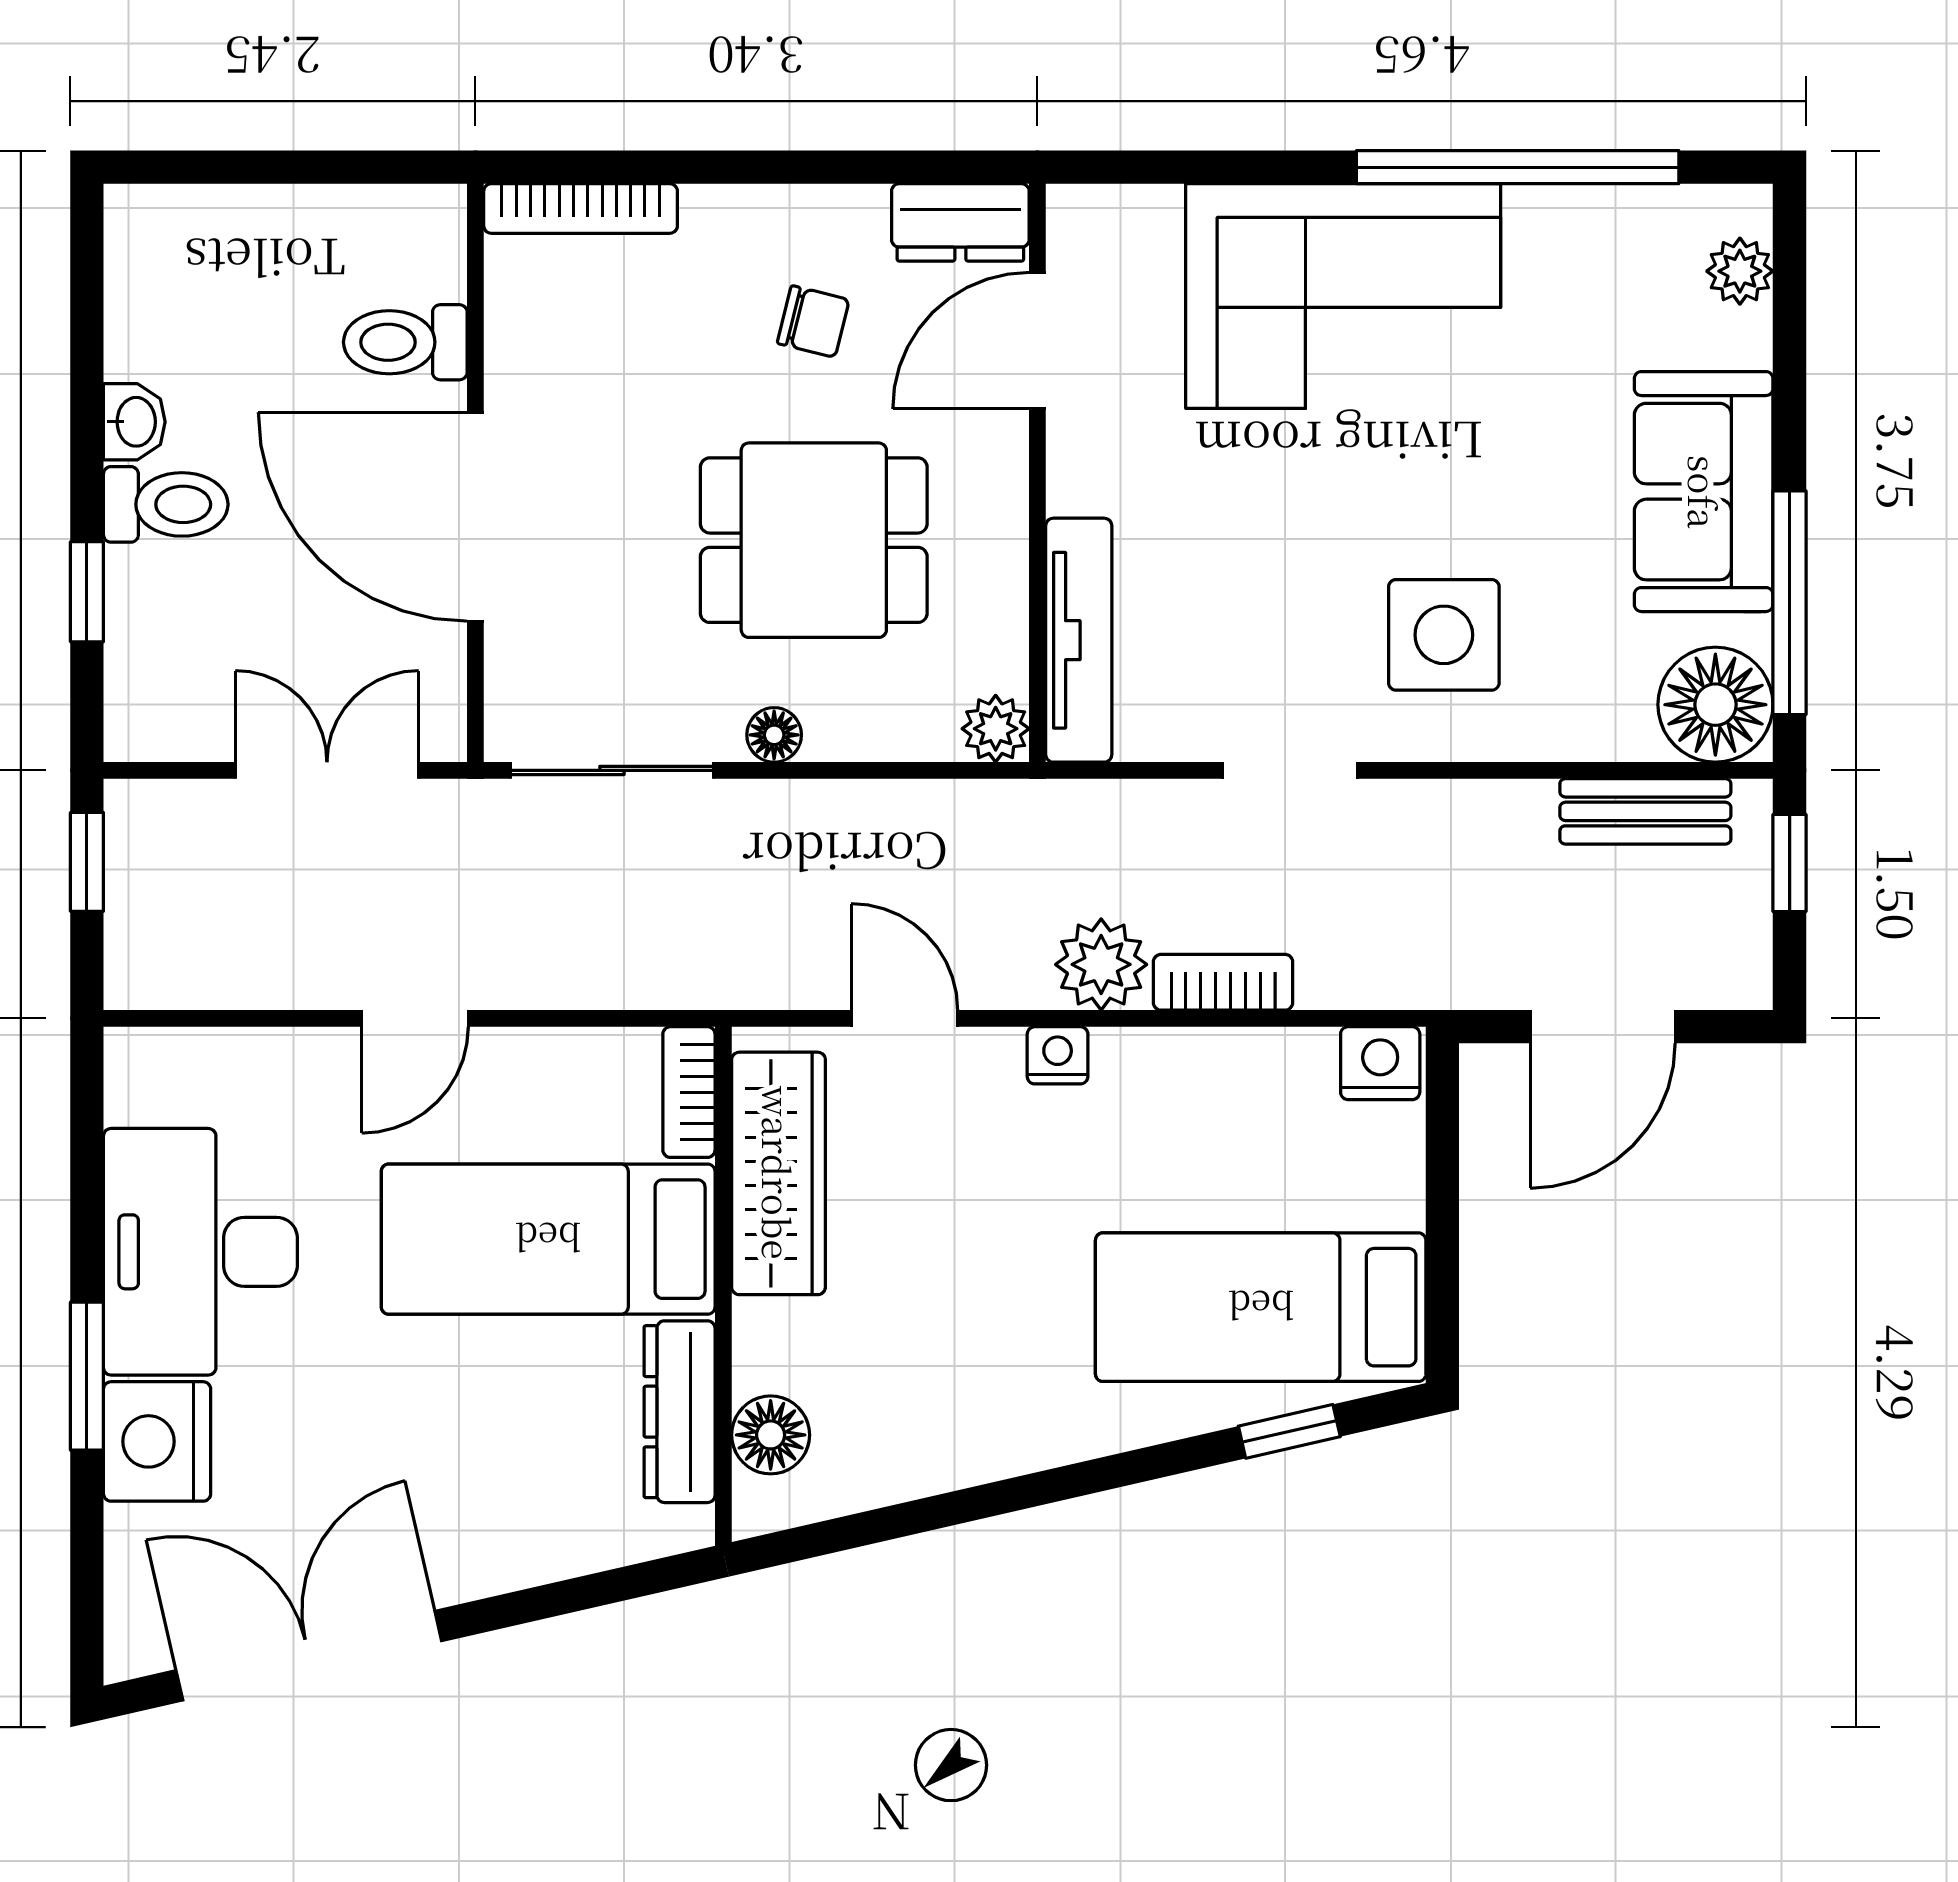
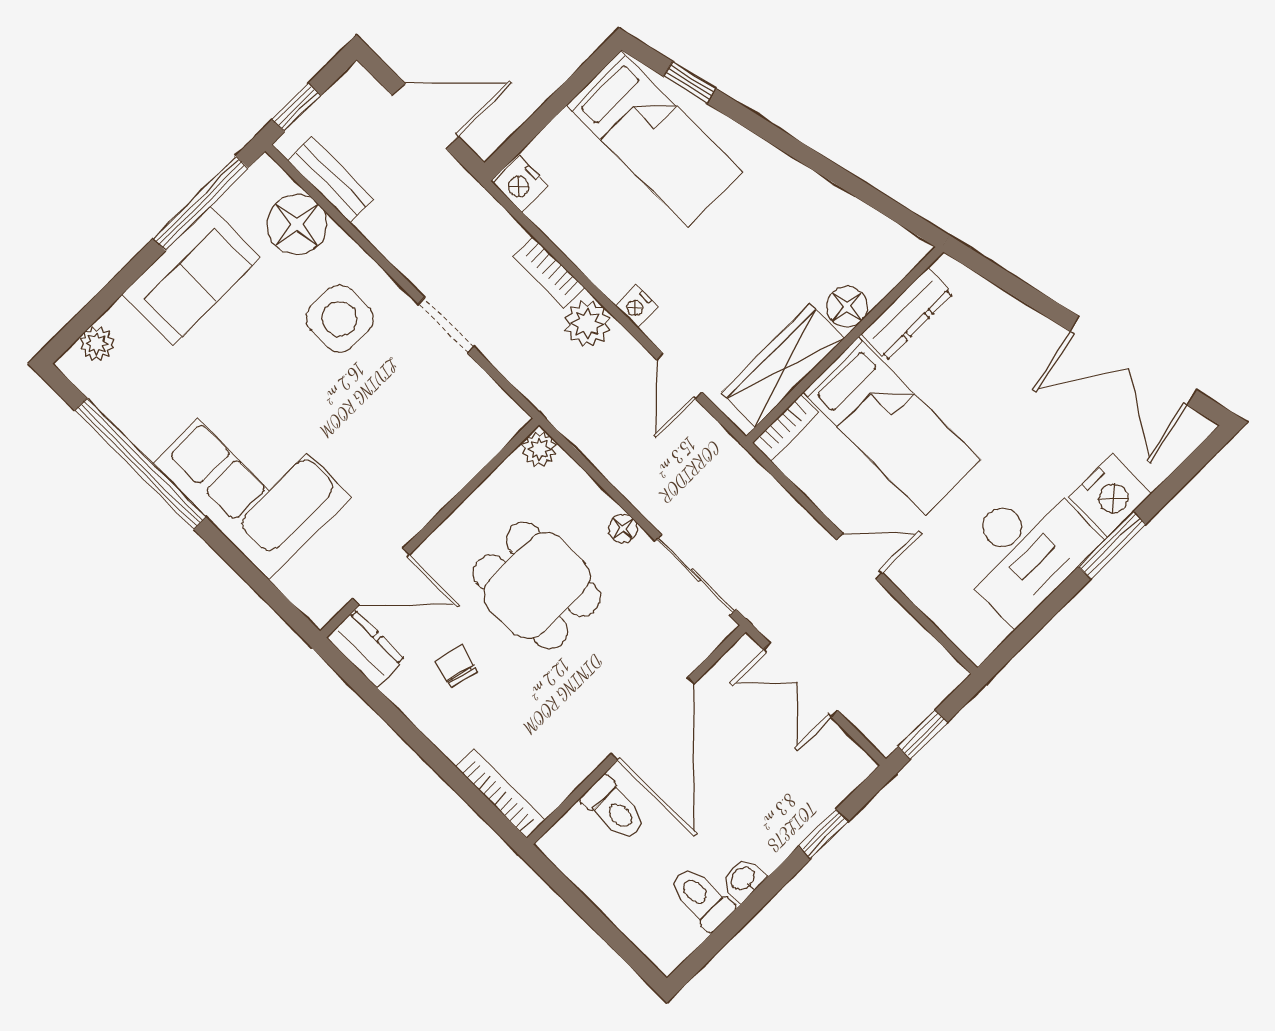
toilet: (166, 504) -> (701, 898), moved
tv unit: (1079, 640) -> (476, 451), removed
floor lamp: (1715, 705) -> (297, 225), moved
floor lamp: (771, 1435) -> (847, 307), moved

